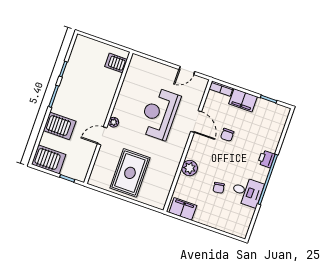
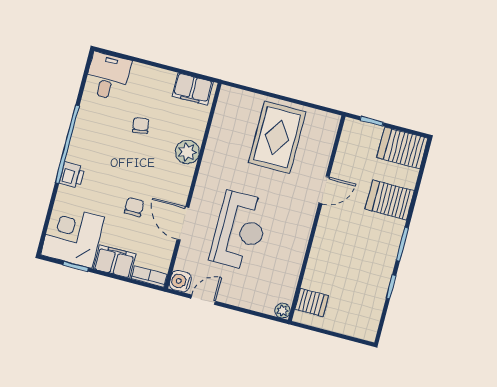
water cooler: (201, 84) -> (180, 281), added
corner desk: (269, 119) -> (73, 236), added
plant: (114, 122) -> (282, 311), moved
desk: (247, 192) -> (108, 76), moved, turned 90

